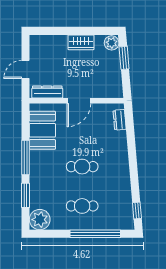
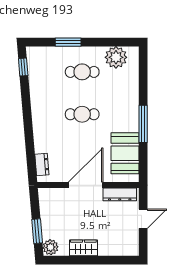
door: (79, 101) -> (86, 185), width x1.36
window: (26, 195) -> (143, 83), removed
plant: (40, 220) -> (116, 57), moved
window: (95, 234) -> (68, 42), width x0.47

